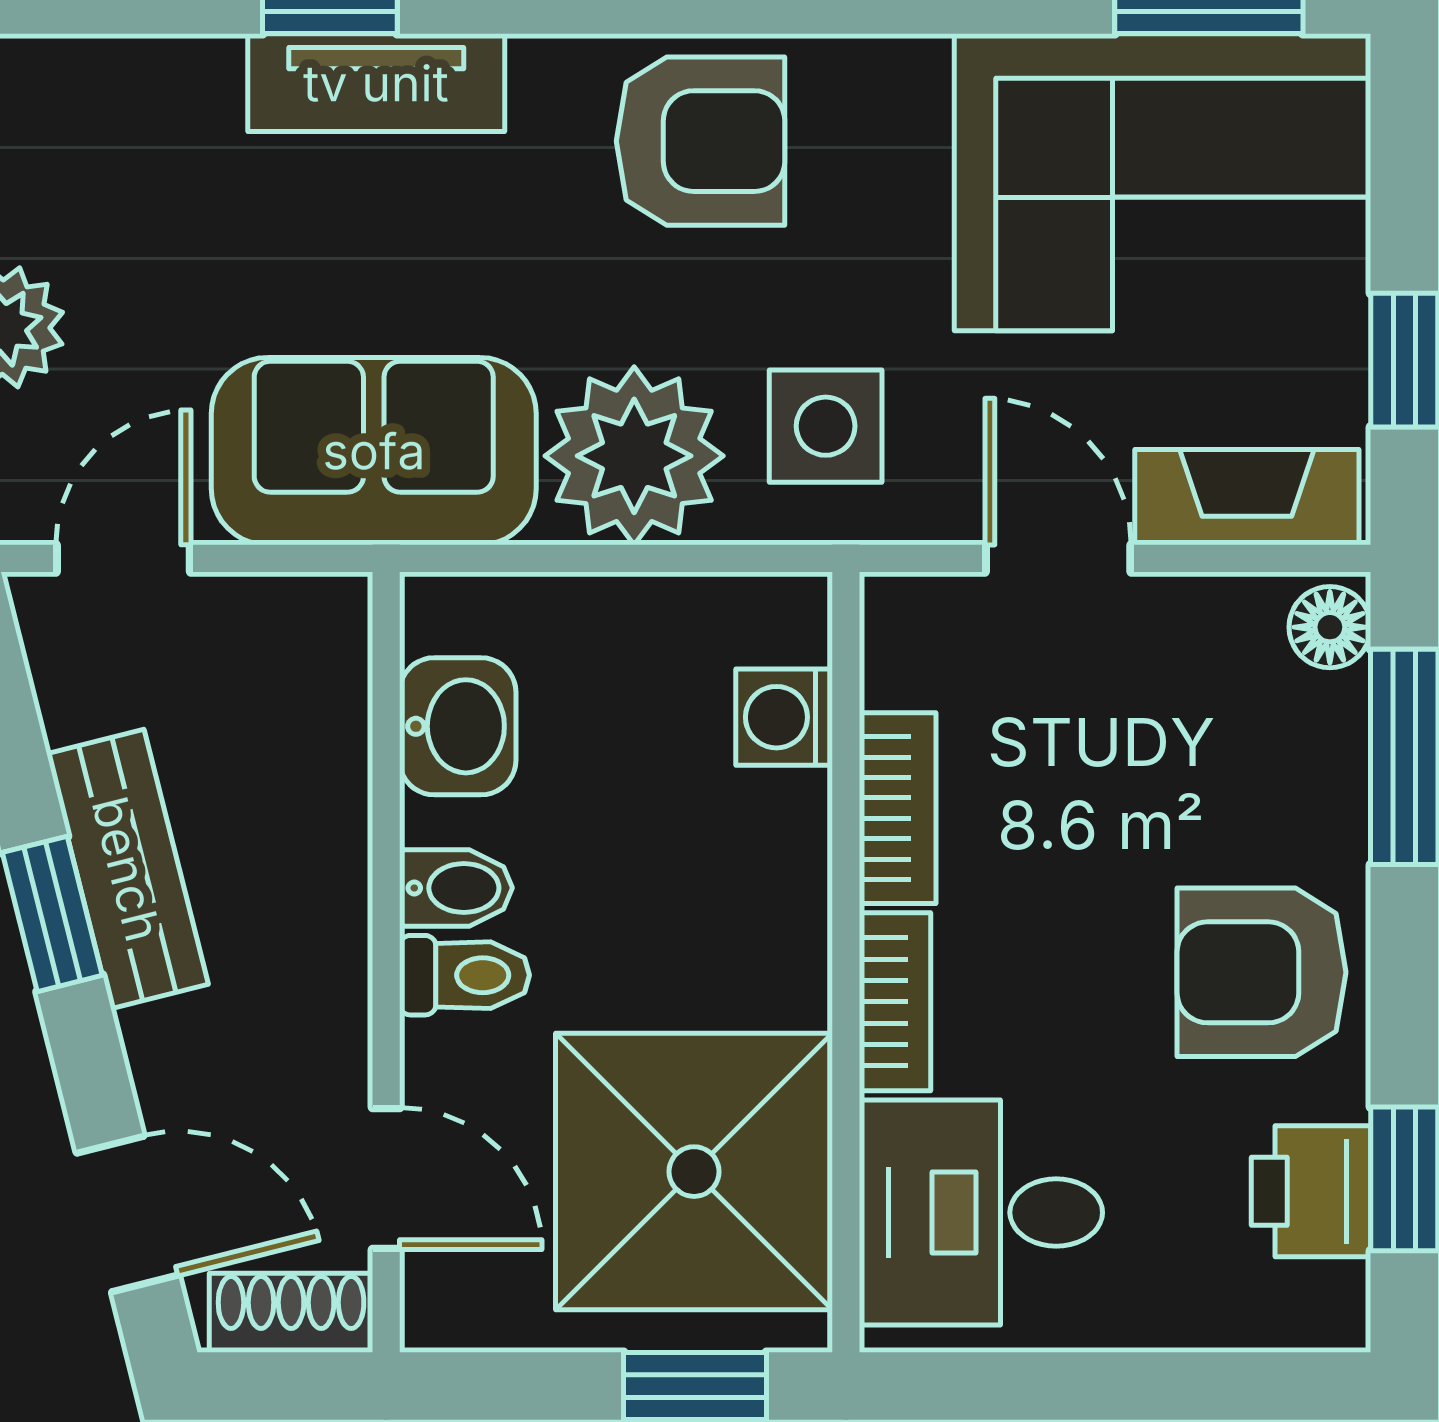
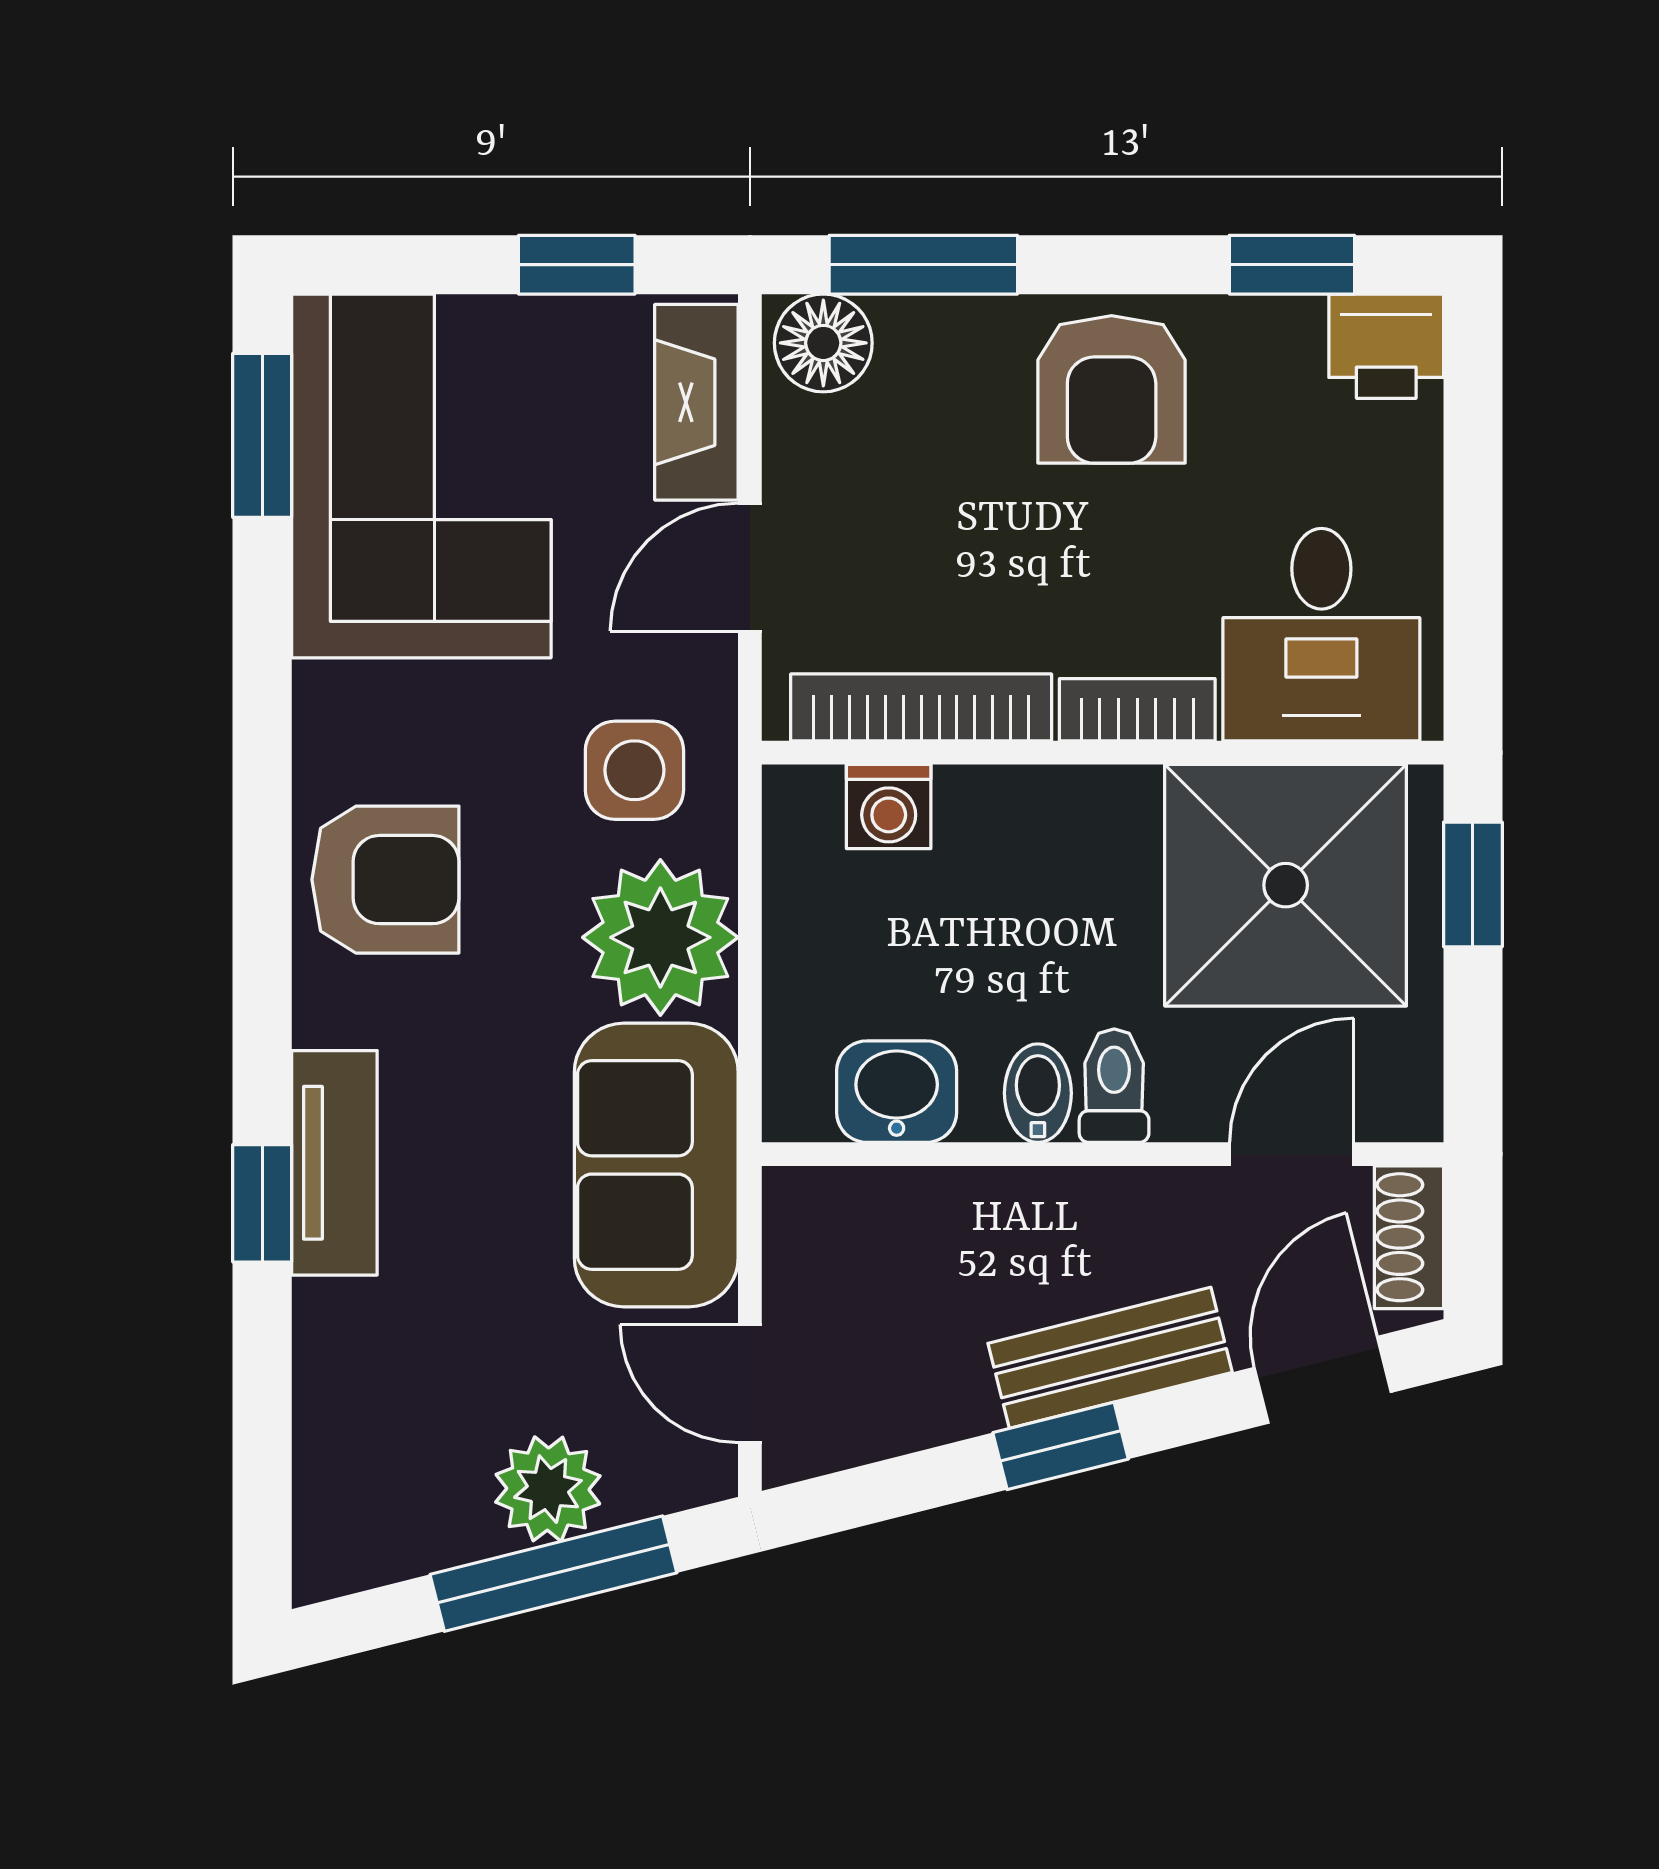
armchair: (700, 141) -> (385, 880), turned 90
floor lamp: (1330, 627) -> (823, 343), width x1.37, depth x1.37
bookcase: (898, 808) -> (921, 707), width x1.56
bench: (127, 869) -> (1110, 1358), moved
printer: (1311, 1191) -> (1386, 346), moved

